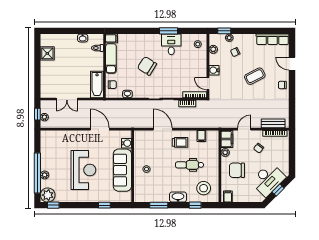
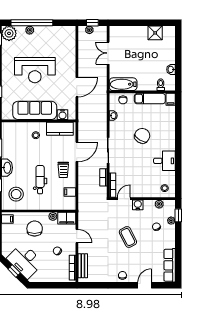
window: (168, 31) -> (178, 158), removed
coffee table: (255, 76) -> (128, 237), moved
kitchen counter: (140, 146) -> (60, 129), added

